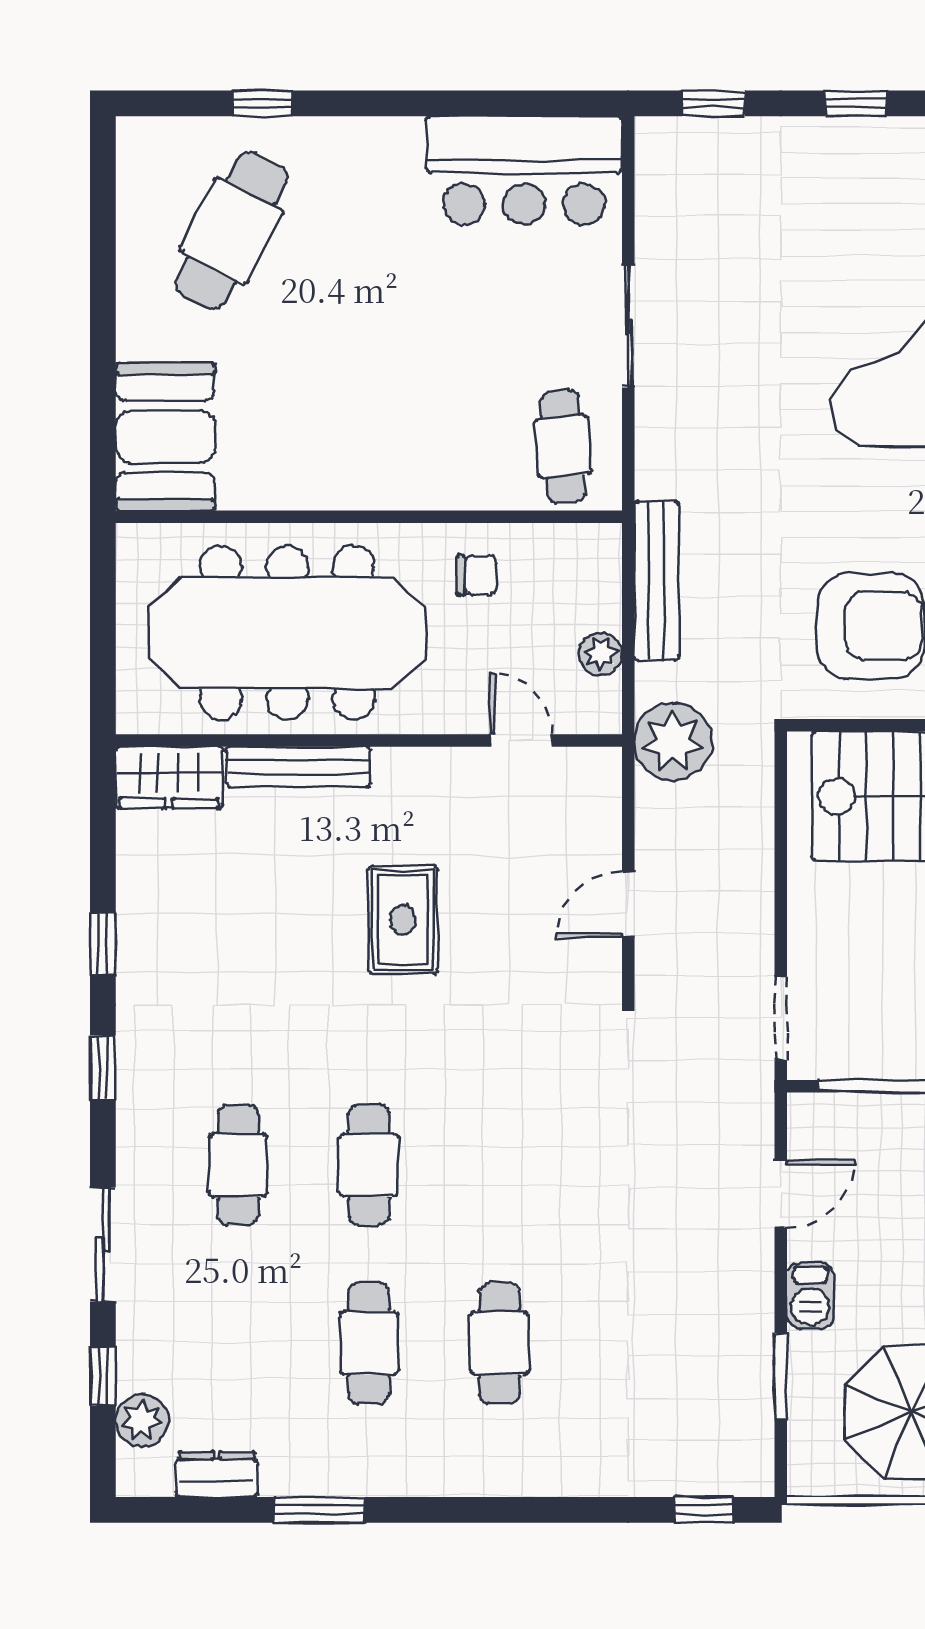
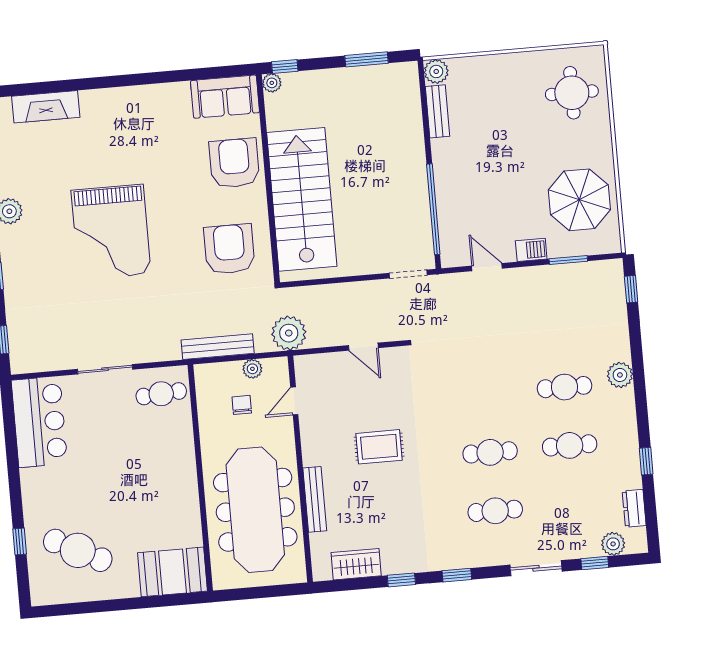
chair: (477, 575) -> (242, 405), moved
wardrobe: (169, 778) -> (356, 564), moved, turned -90
plant: (515, 1468) -> (620, 375), added
window: (319, 1510) -> (646, 461), width x0.67

